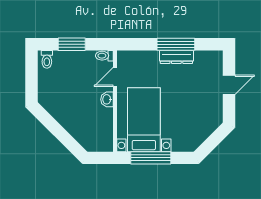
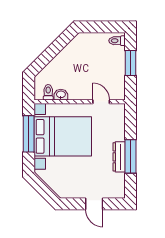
toilet: (104, 56) -> (48, 92), moved
washbasin: (107, 99) -> (61, 95), moved
bed with nightstands: (144, 120) -> (63, 136), width x1.36

